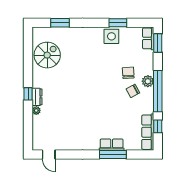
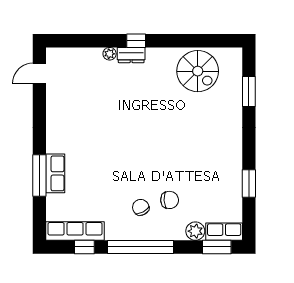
side table: (111, 36) -> (227, 173), removed
plant: (148, 81) -> (195, 231), moved

